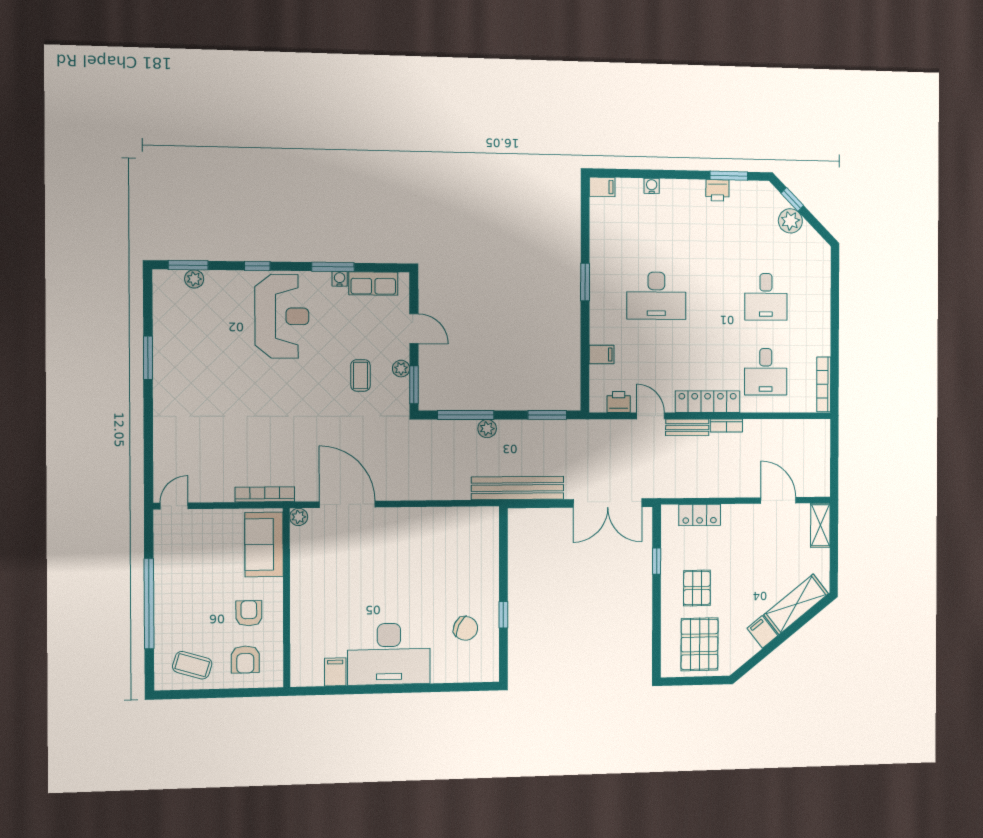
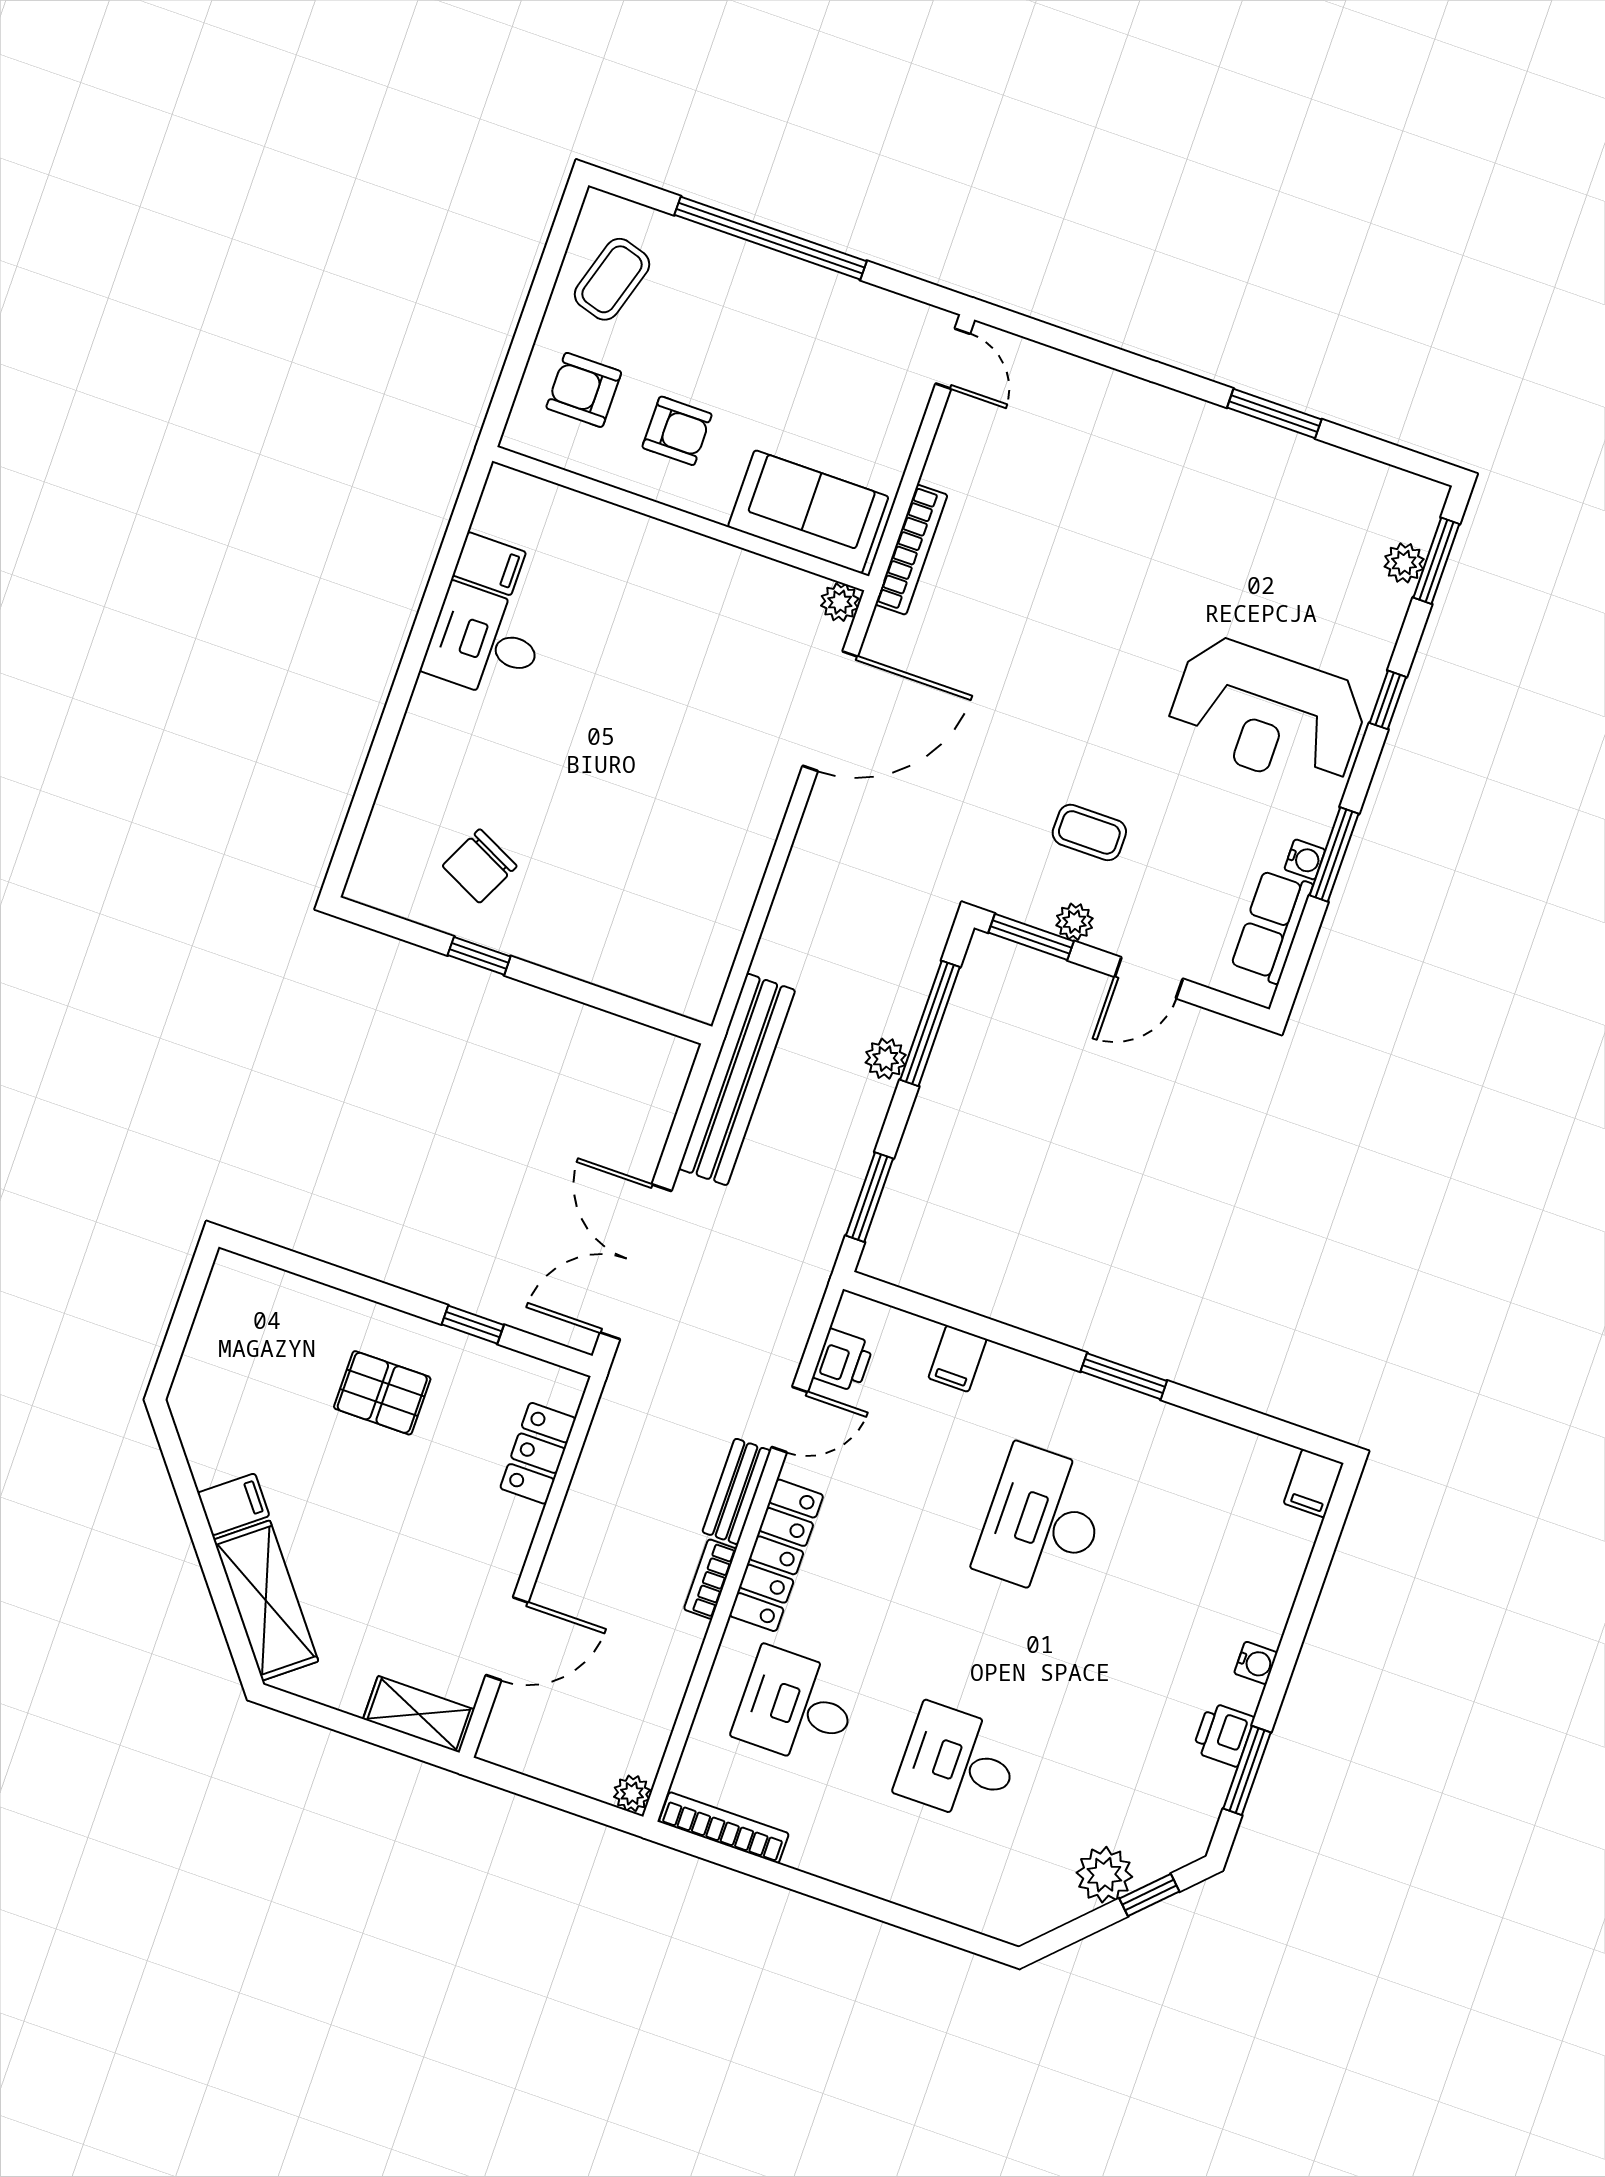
water cooler: (652, 186) -> (1256, 1663), moved
plant: (823, 427) -> (632, 1793), added
pallet: (700, 644) -> (258, 1356), removed
desk: (389, 654) -> (484, 642), width x0.53, depth x0.77

